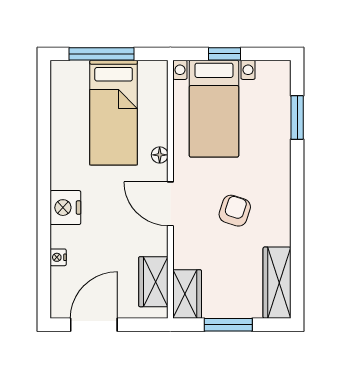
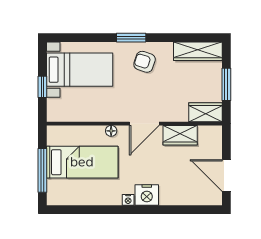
bed with nightstands: (214, 109) -> (80, 70), moved
window: (297, 117) -> (131, 38), moved
armchair: (235, 211) -> (145, 62), moved
nightstand: (58, 257) -> (128, 200), moved
wardrobe: (153, 282) -> (180, 135), moved

